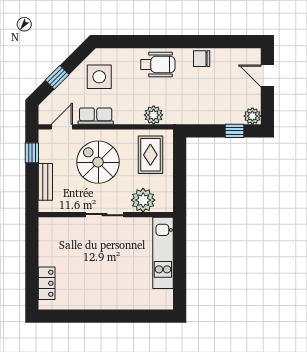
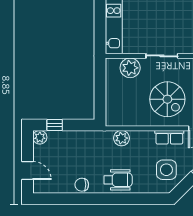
chair: (202, 59) -> (82, 185), turned 180
wheelchair: (158, 65) -> (118, 180), turned 180
rug: (150, 155) -> (124, 105), removed

